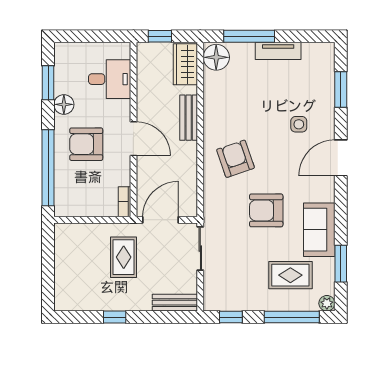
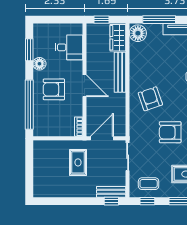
bench: (189, 118) -> (120, 72), width x1.36
coffee table: (233, 290) -> (149, 184), added
window: (115, 317) -> (111, 201), moved

